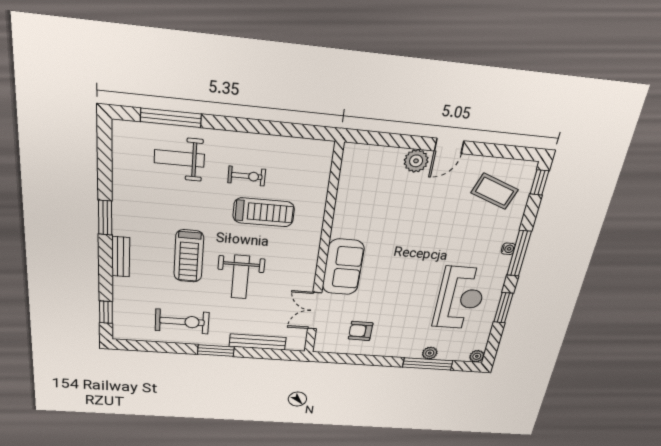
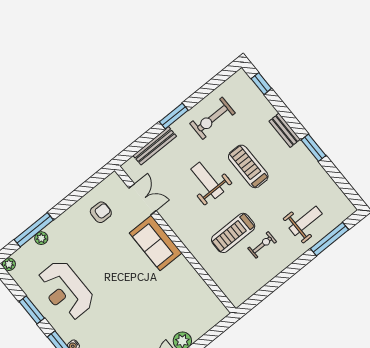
exercise bike: (247, 176) -> (262, 245), turned 180

